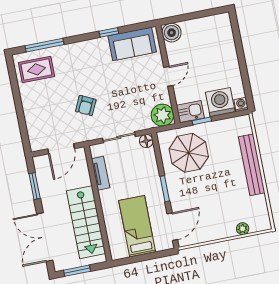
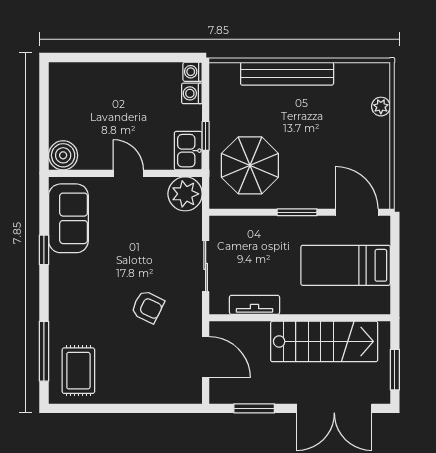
washing machine: (220, 102) -> (192, 93), width x0.53, depth x0.53
floor lamp: (146, 141) -> (219, 226), removed

